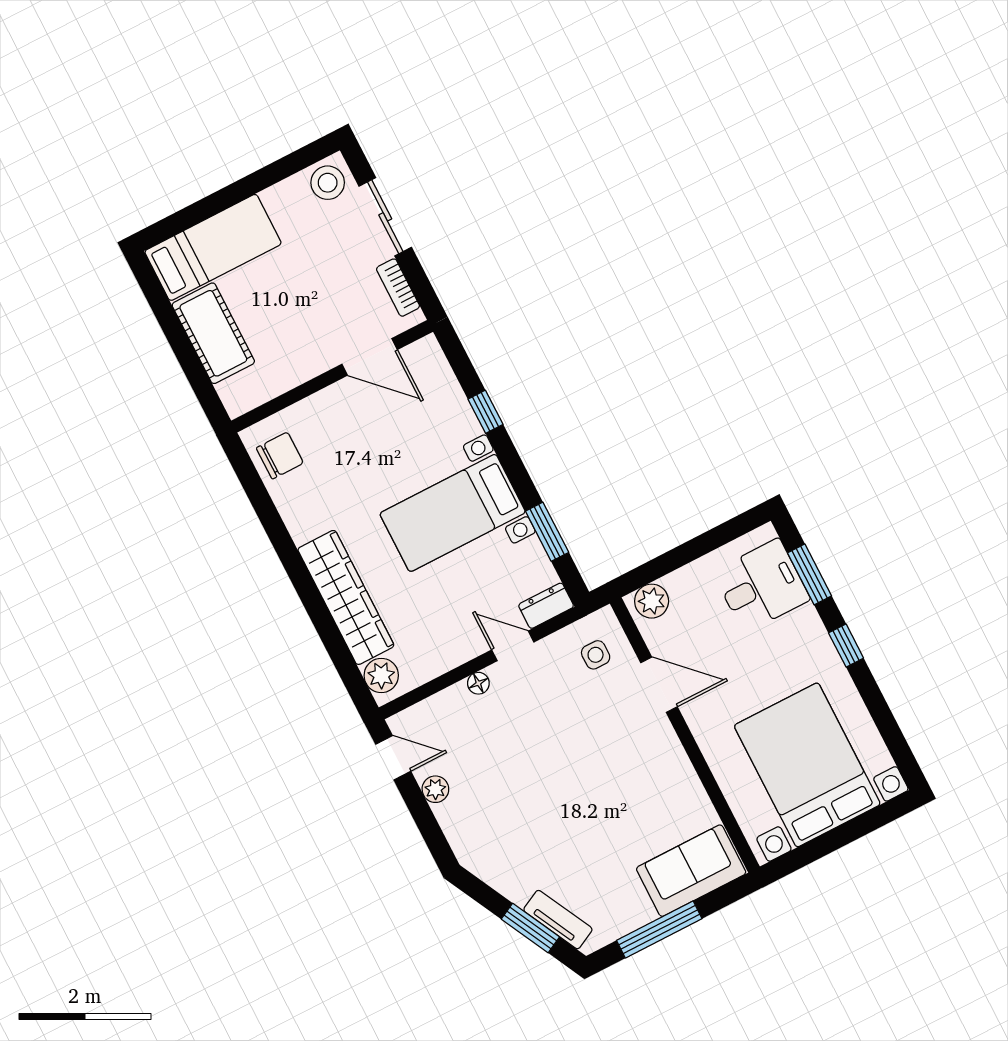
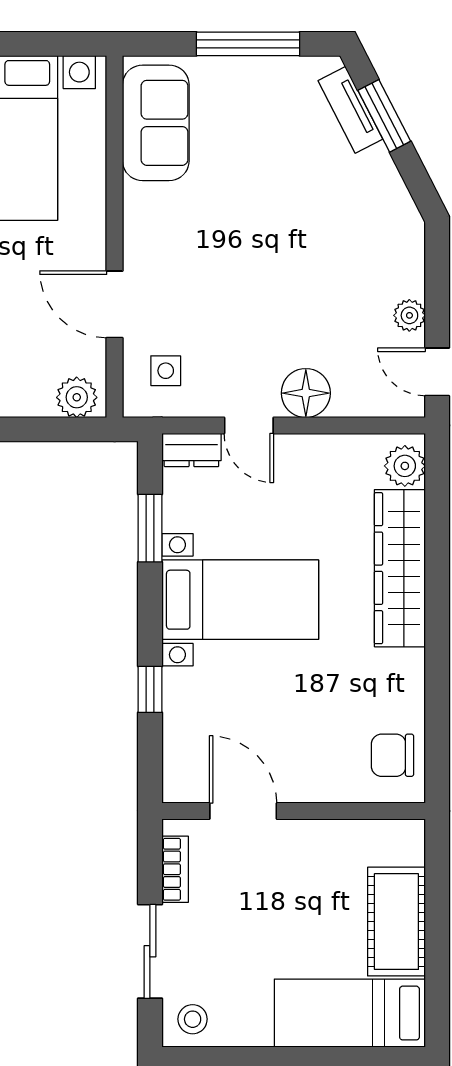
stool: (328, 183) -> (193, 1019), width x0.73, depth x0.73
floor lamp: (478, 683) -> (306, 393), width x1.89, depth x1.89
sofa: (691, 871) -> (156, 123), moved, turned -90

